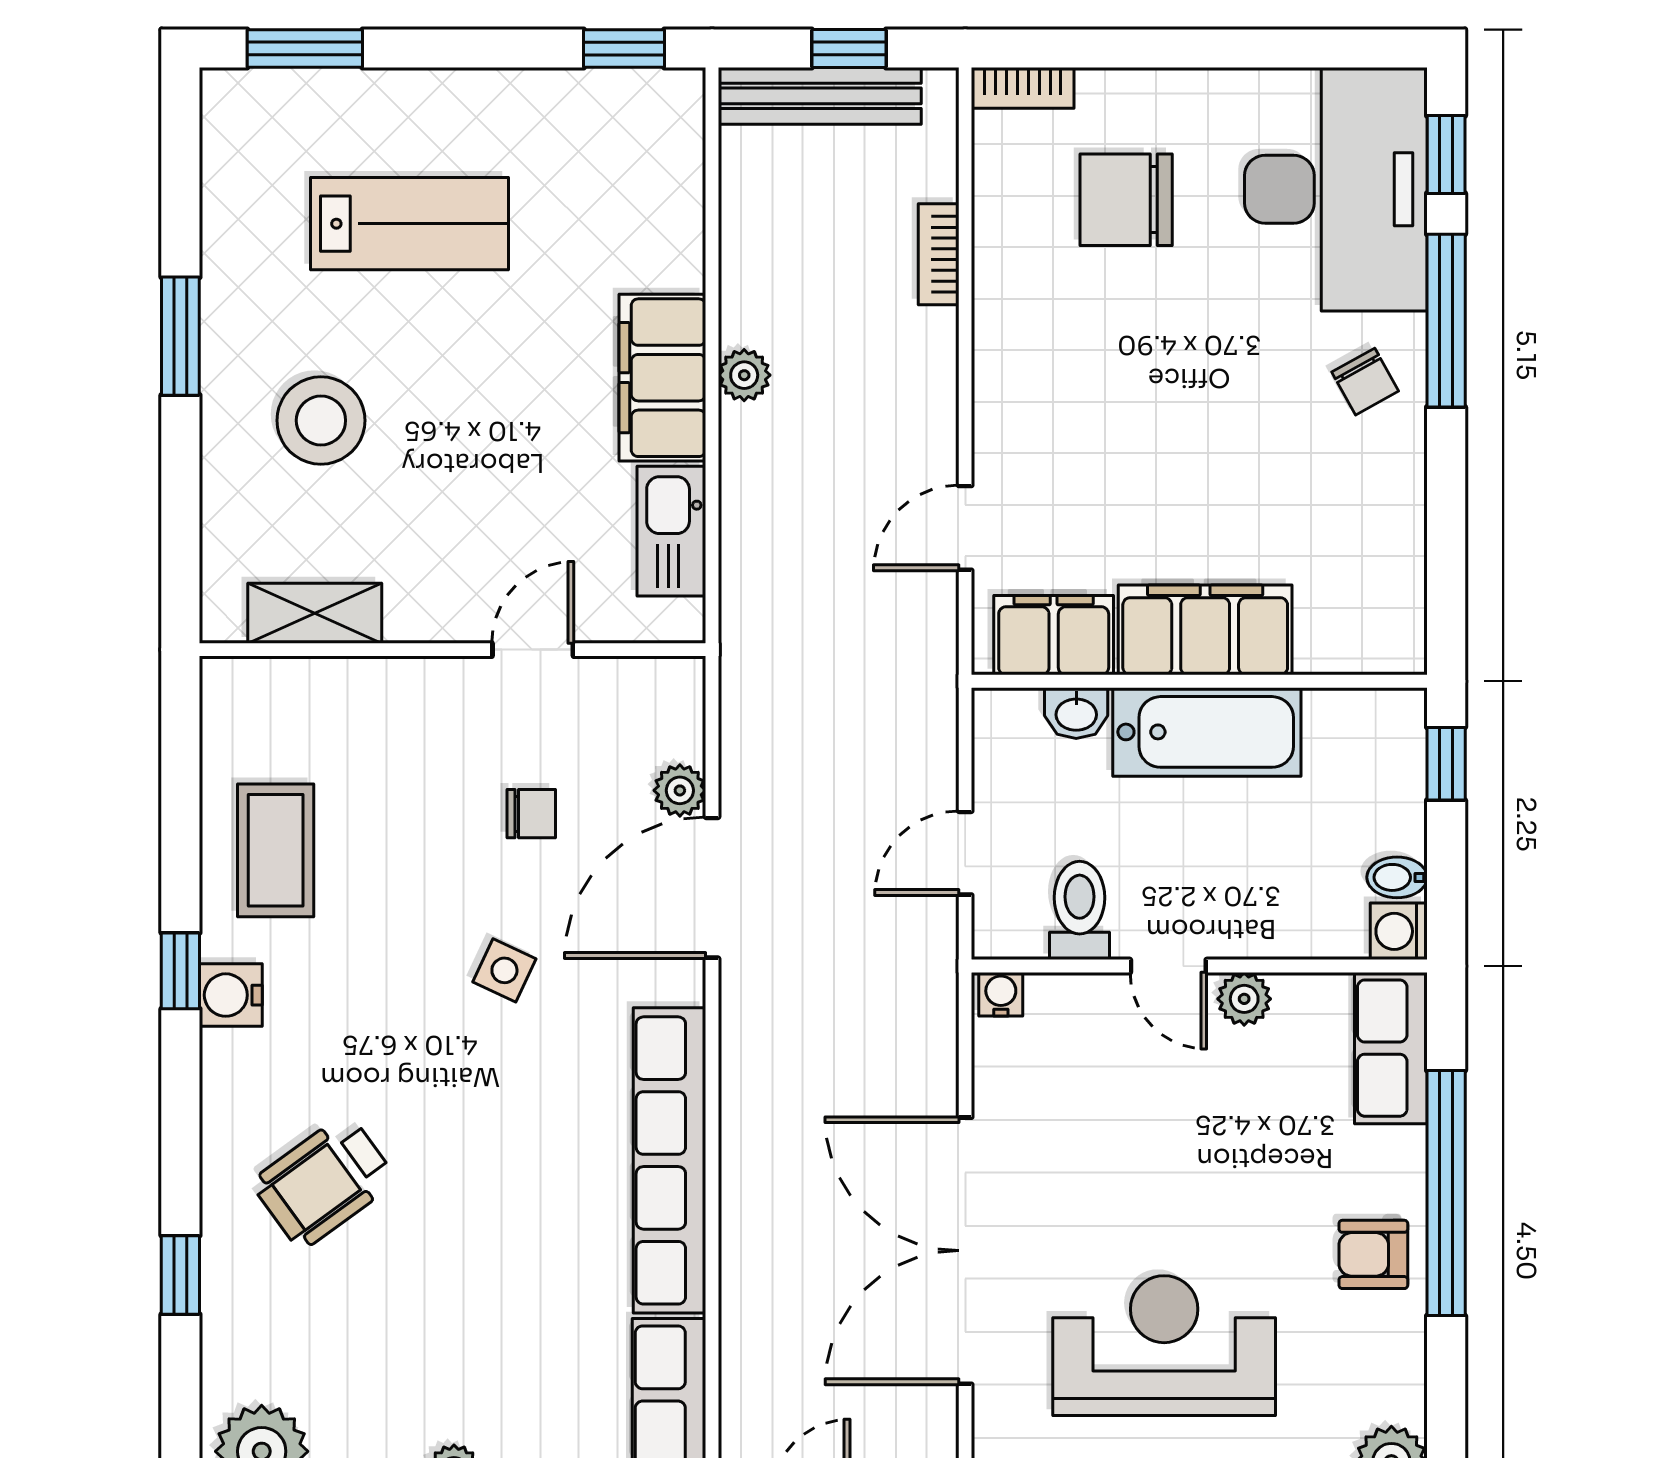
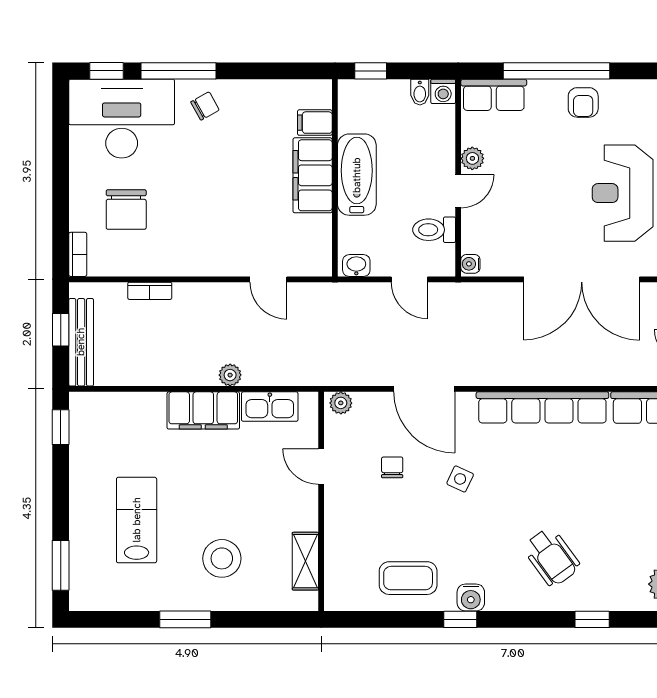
plant: (744, 375) -> (230, 375), moved
filing cabinet: (1054, 635) -> (315, 123), moved, width x0.50
washbasin: (1076, 713) -> (356, 266), moved, turned -90
plant: (680, 790) -> (341, 403), moved

